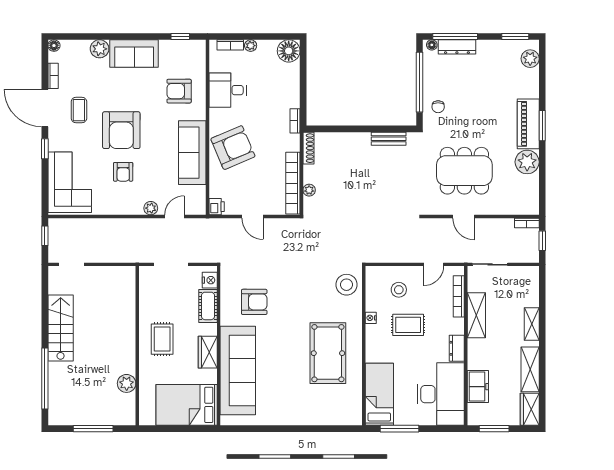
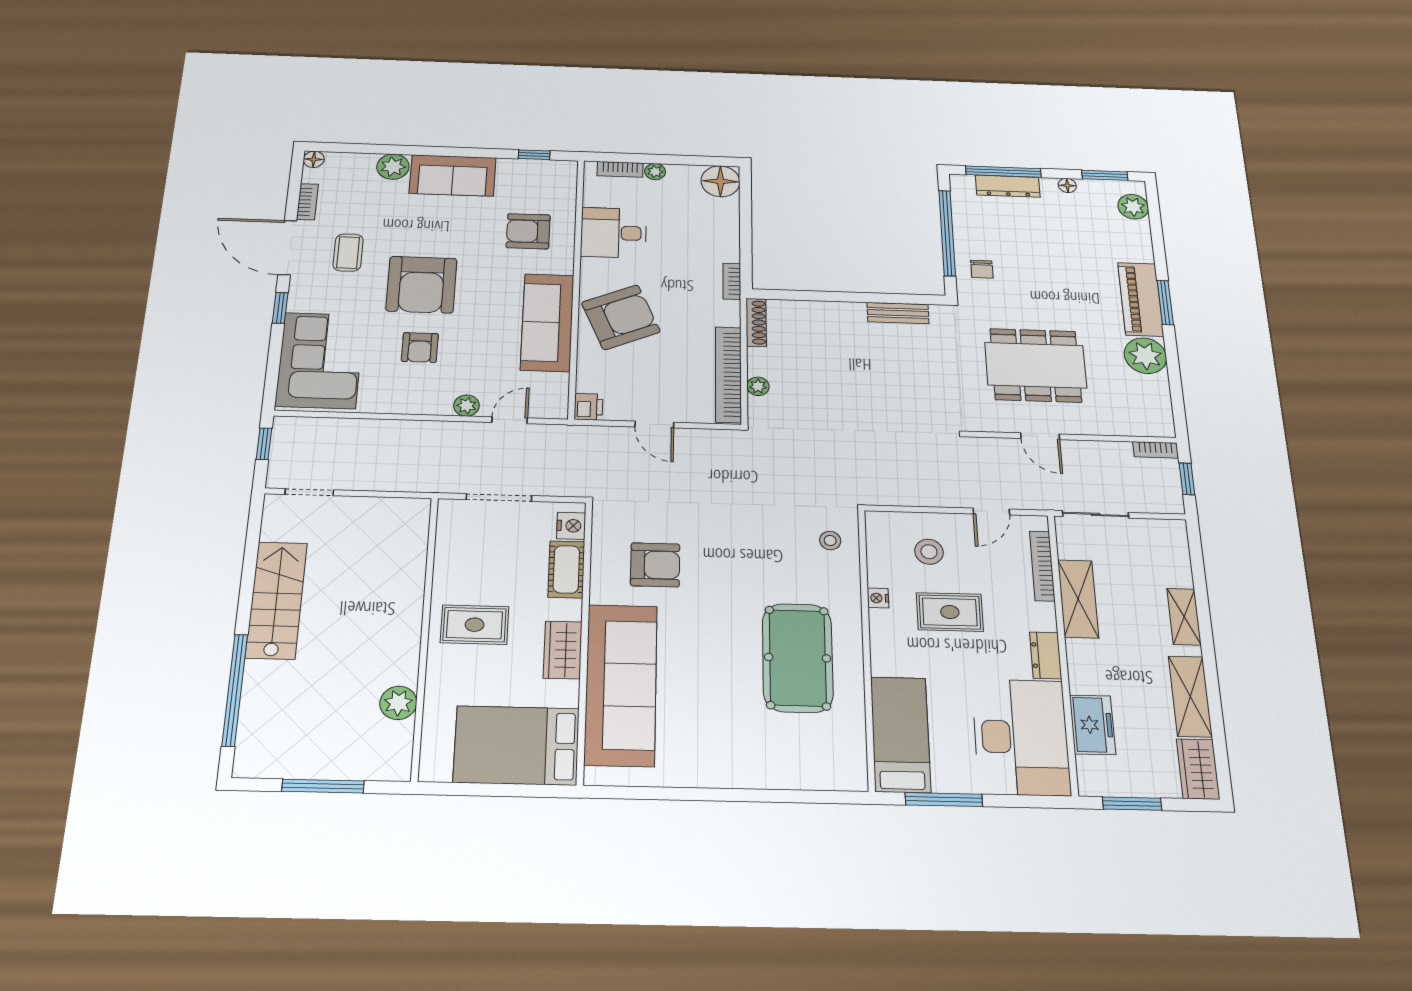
floor lamp: (432, 45) -> (1067, 185), moved
stool: (346, 285) -> (830, 540), width x0.53, depth x0.53
rug: (162, 339) -> (475, 625), turned 90

